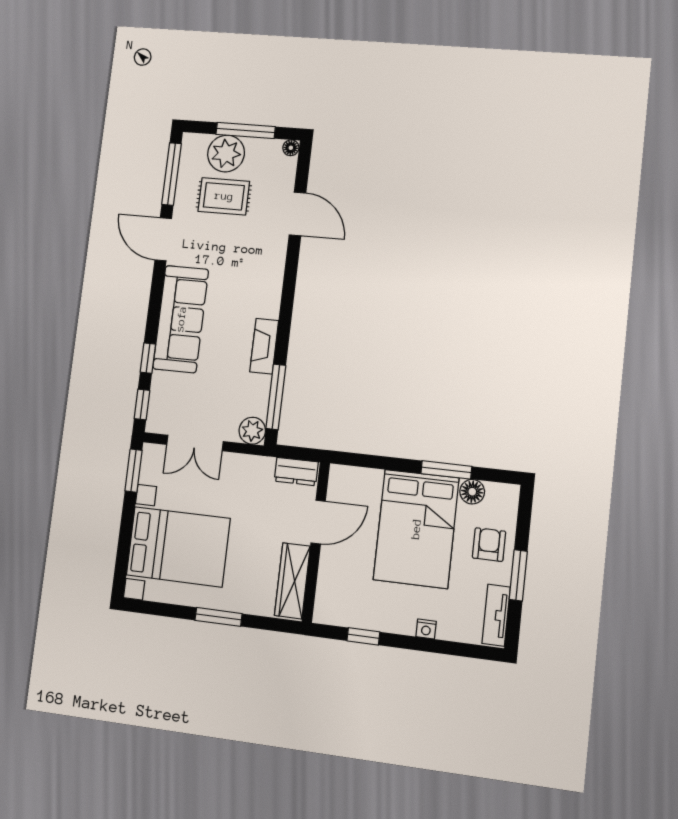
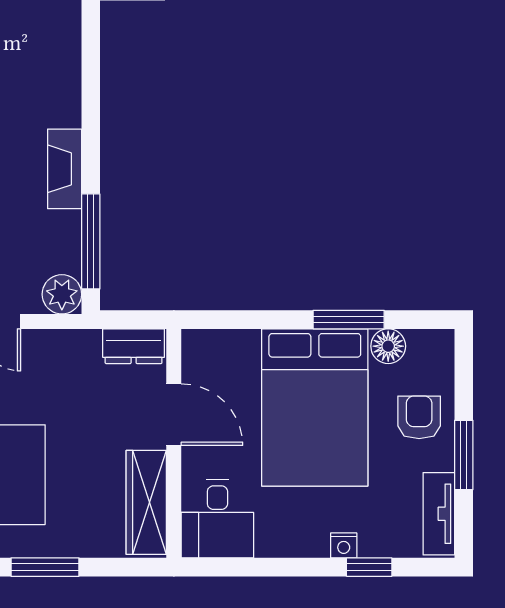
door: (318, 522) -> (174, 415), hinge flipped
desk: (340, 599) -> (217, 519), added
window: (363, 636) -> (369, 567), moved

